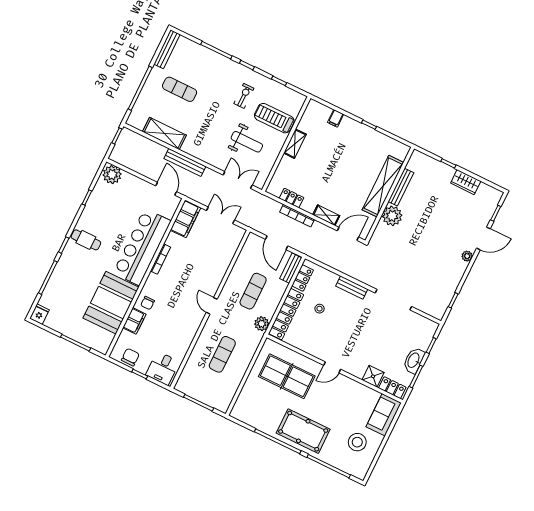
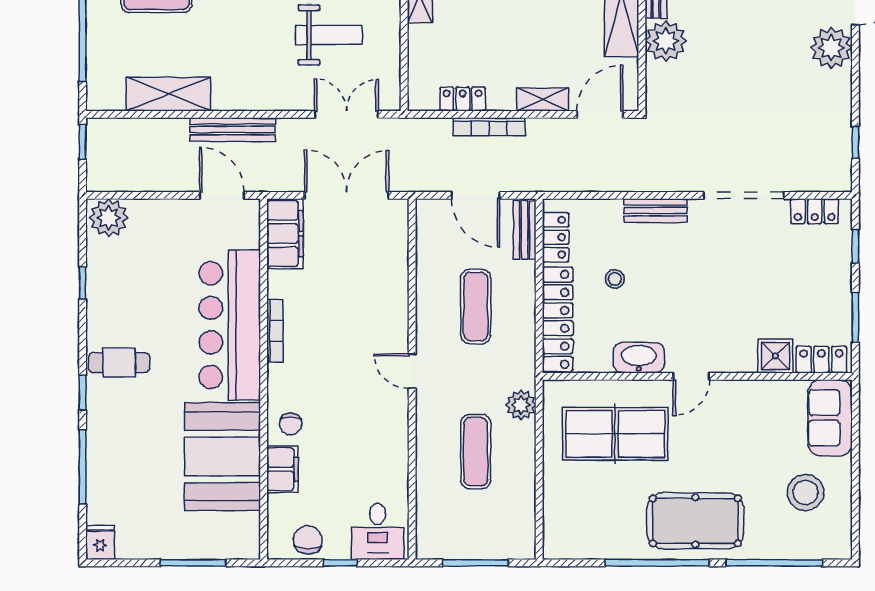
double door: (221, 215) -> (347, 195), width x1.37
plant: (467, 256) -> (831, 48), width x1.88, depth x1.88
locker: (421, 322) -> (815, 211), added
plant: (262, 324) -> (521, 405), moved
washbasin: (414, 360) -> (639, 358), moved, turned 90

